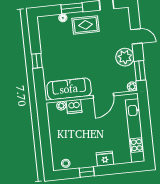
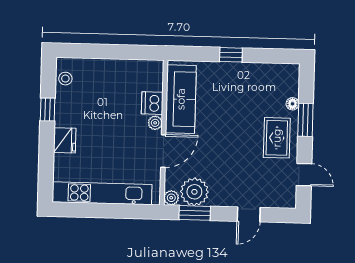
plant: (125, 57) -> (194, 192), moved
door: (103, 96) -> (163, 151), swing flipped
plant: (61, 106) -> (155, 123), moved

